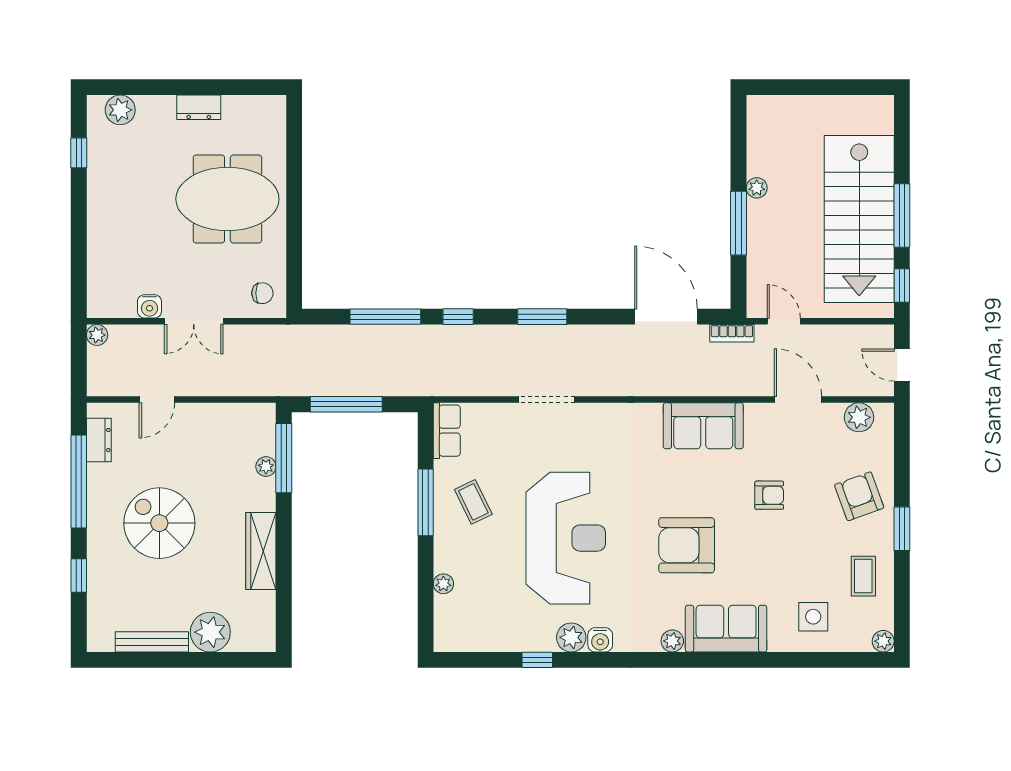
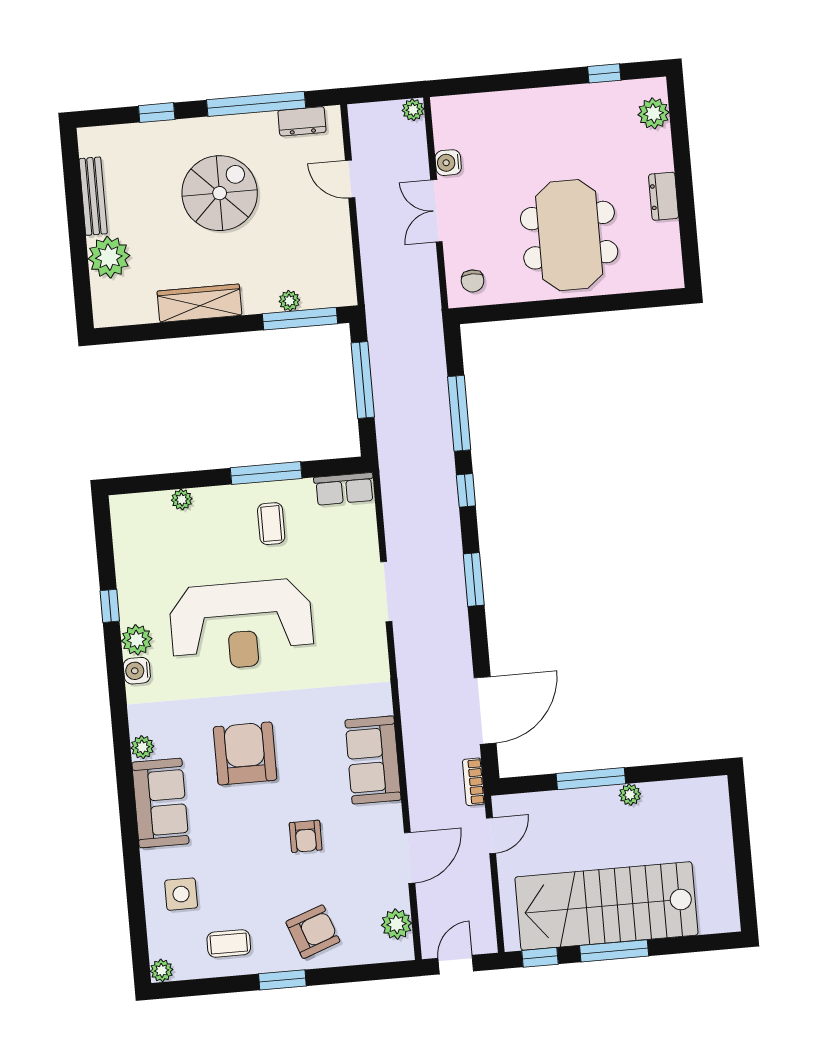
coffee table: (473, 502) -> (271, 524), turned -64

